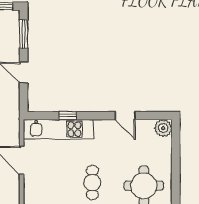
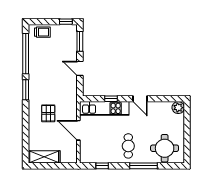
door: (125, 116) -> (140, 99), moved

